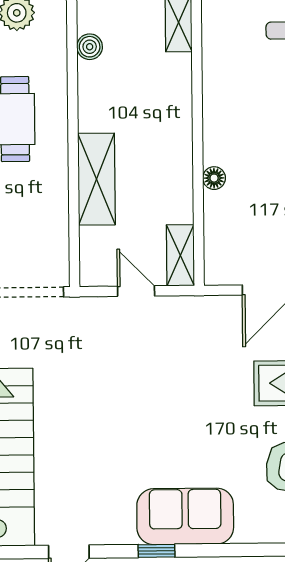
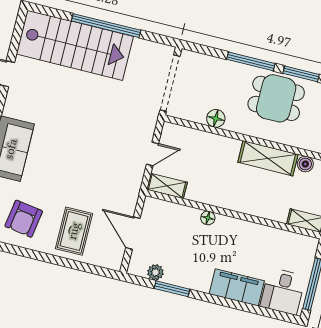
shelving: (97, 179) -> (268, 158), moved
floor lamp: (54, 206) -> (216, 118), added

